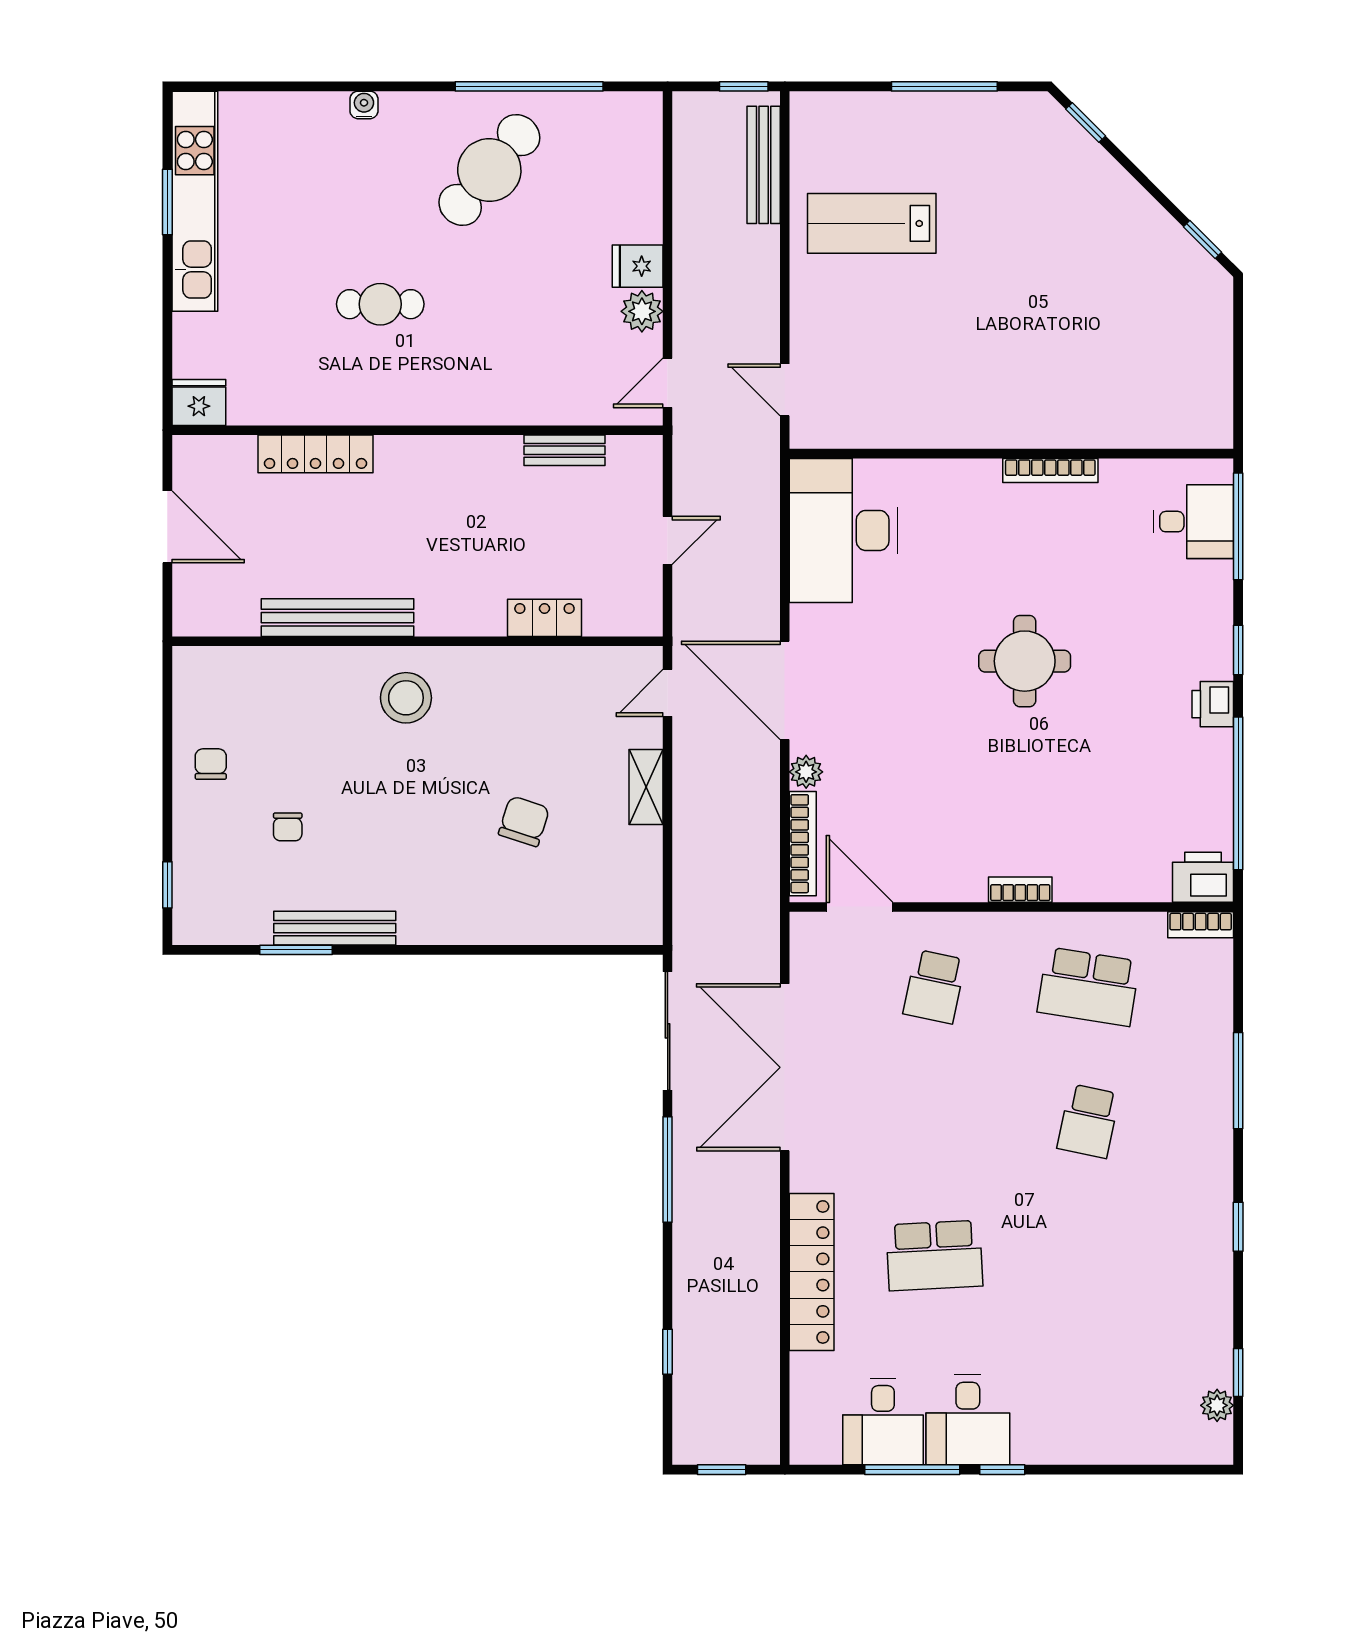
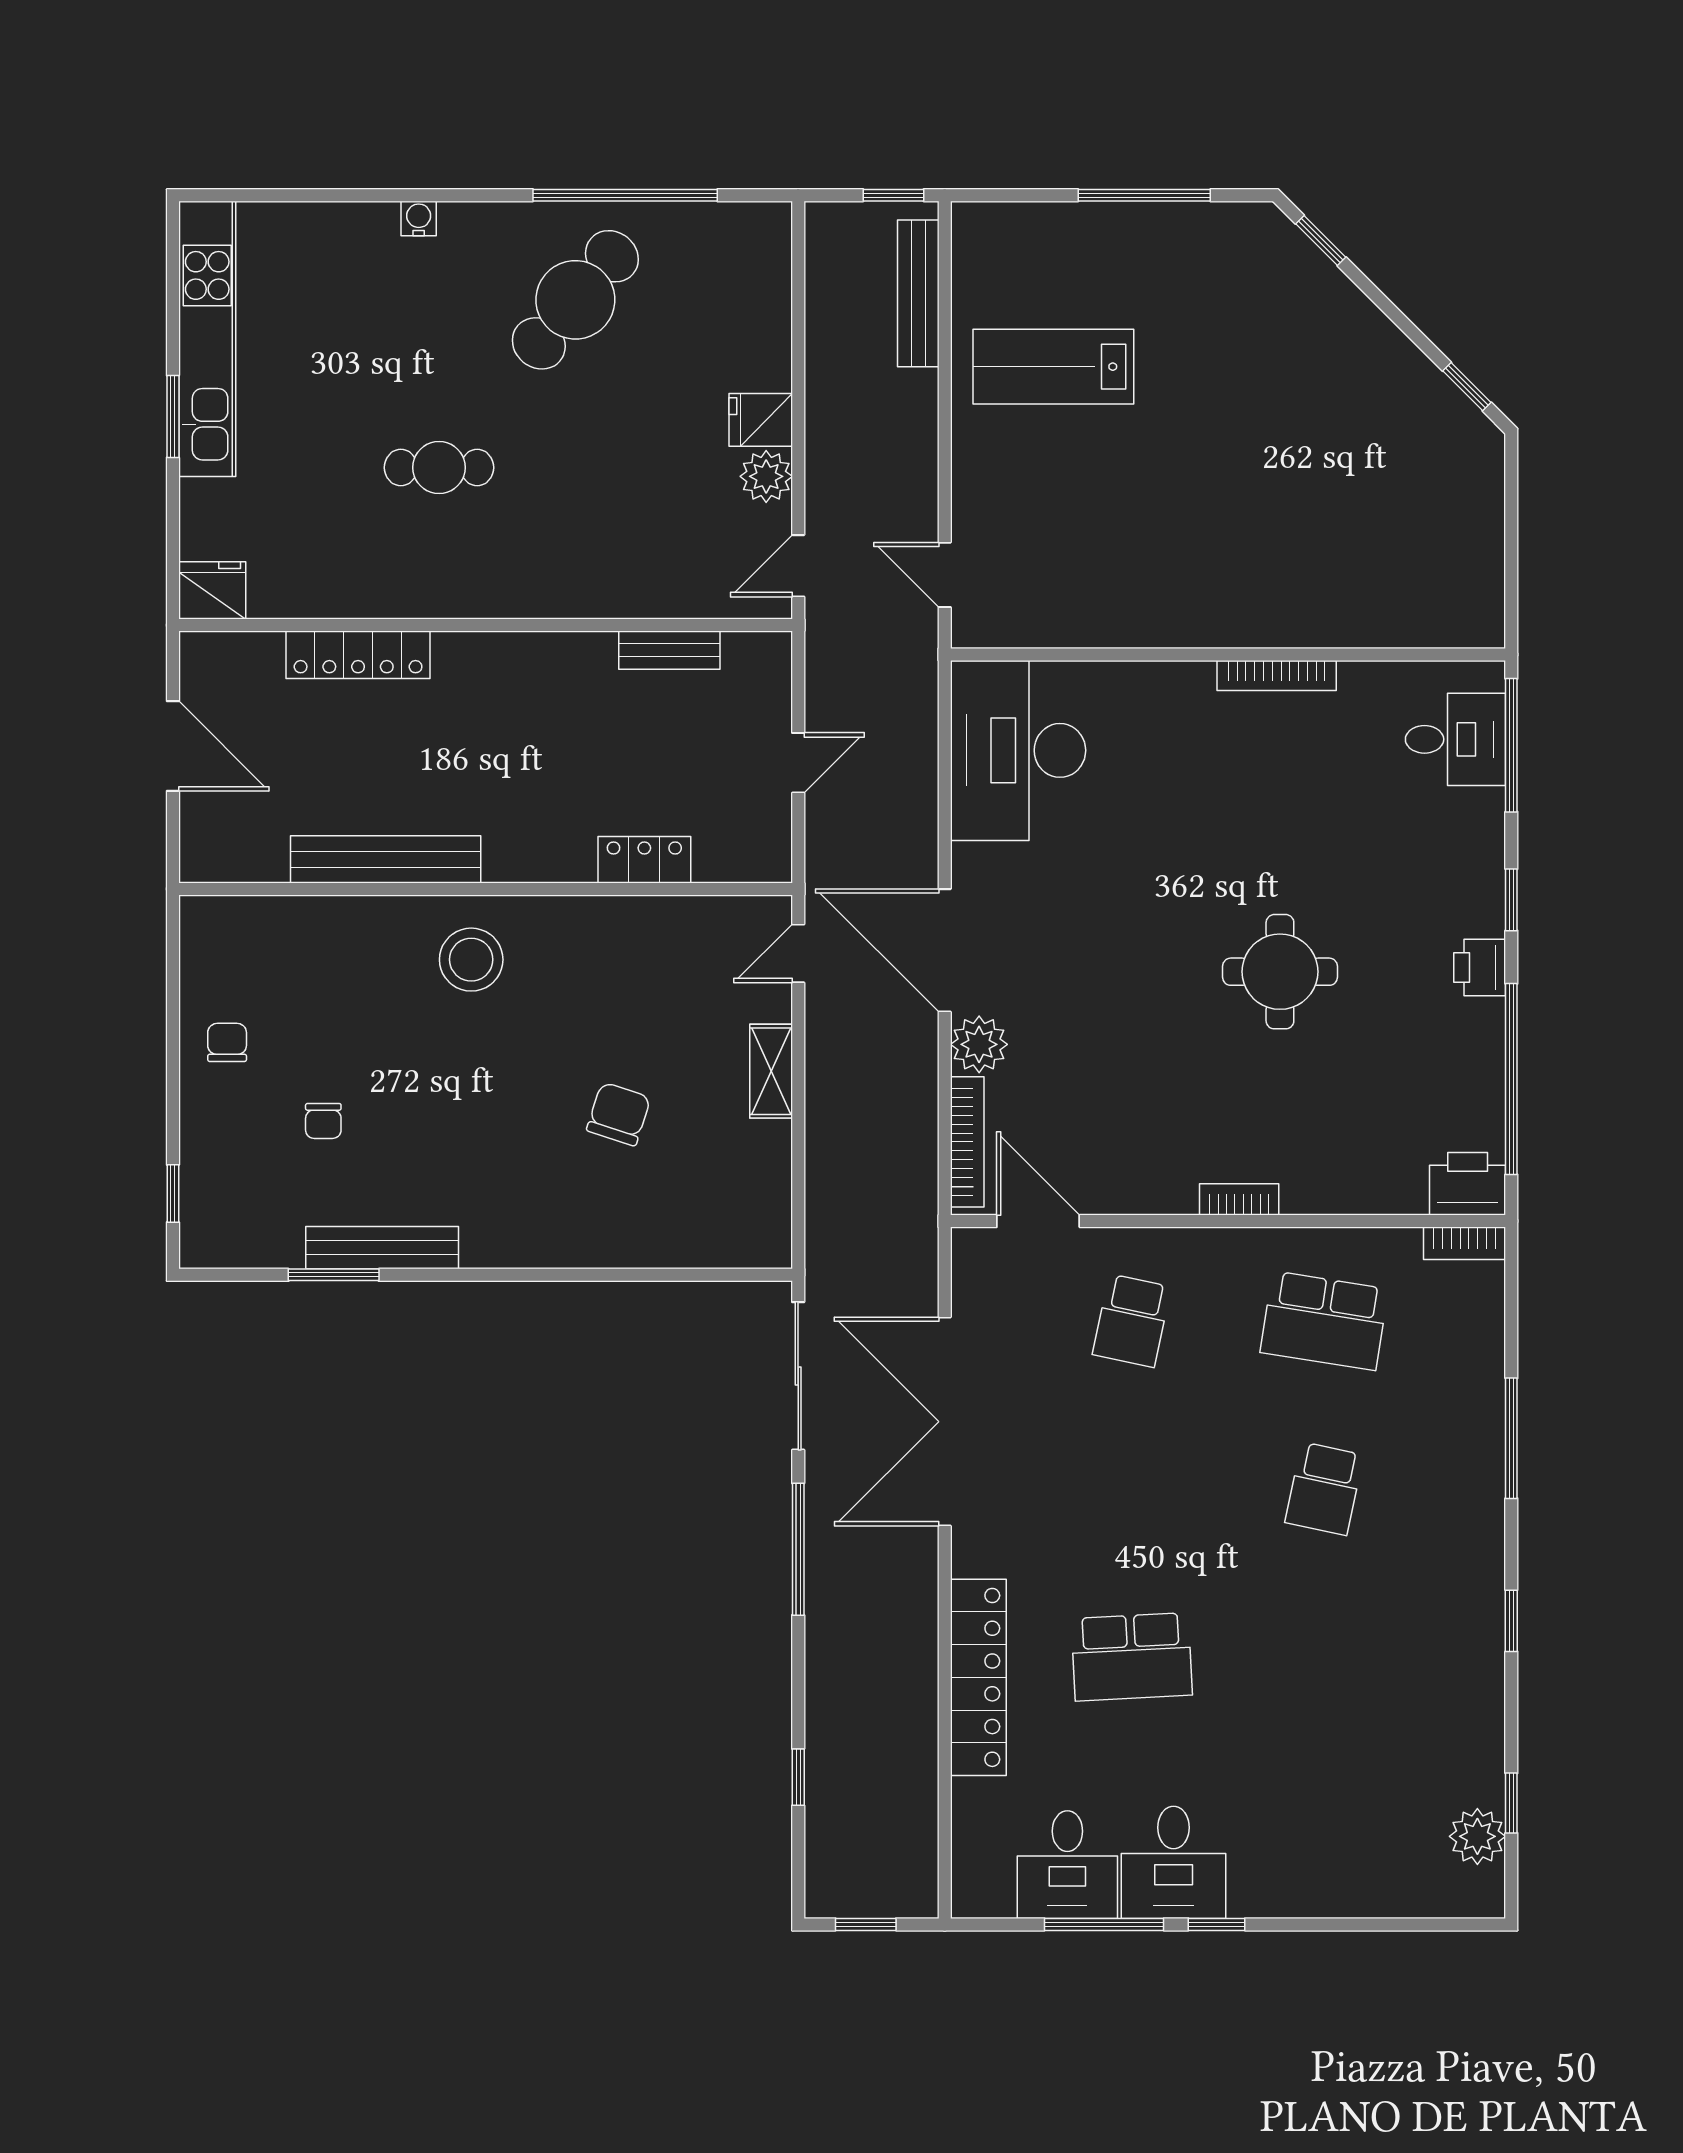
window: (167, 202) -> (173, 417), moved
round table: (1025, 661) -> (1280, 972), moved
plant: (806, 772) -> (979, 1044), width x1.38, depth x1.38
plant: (1217, 1405) -> (1477, 1836), width x1.38, depth x1.38

